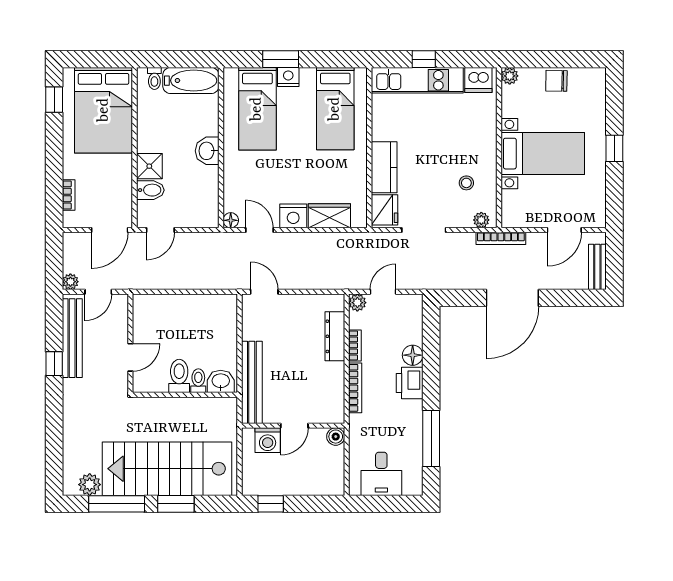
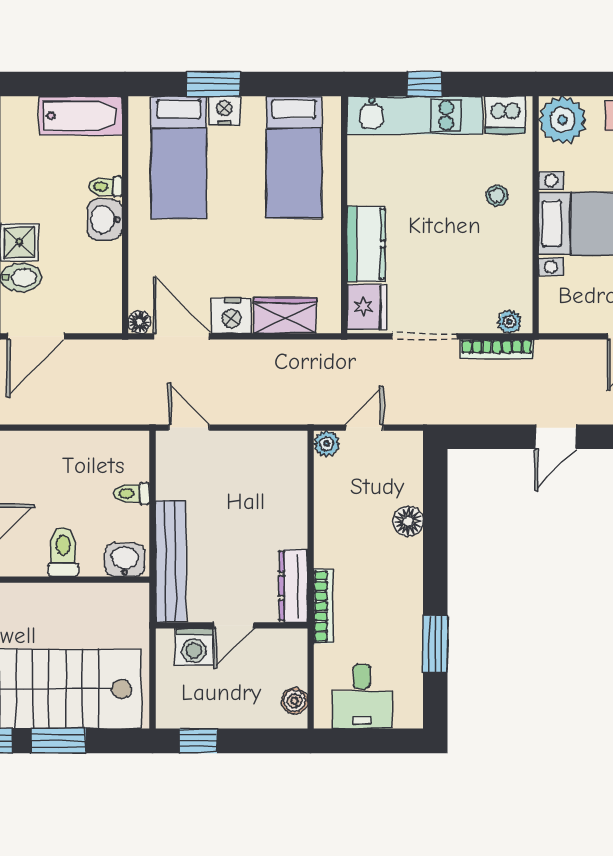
plant: (510, 76) -> (562, 120), width x1.88, depth x1.88
toilet: (154, 78) -> (106, 187), moved, turned 90
stool: (466, 183) -> (497, 196), moved
door: (160, 230) -> (36, 336), width x1.38
door: (259, 230) -> (182, 336), width x1.38
bookcase: (501, 238) -> (497, 349), moved
door: (512, 298) -> (556, 437), width x0.53
dresser: (335, 336) -> (293, 586), moved
bookcase: (355, 345) -> (323, 507), removed
toilet: (198, 381) -> (132, 494), moved, turned -90
printer: (410, 383) -> (404, 562), removed
bookcase: (355, 388) -> (323, 606), moved
boiler: (336, 437) -> (294, 701), moved
window: (431, 438) -> (435, 644), width x0.69

